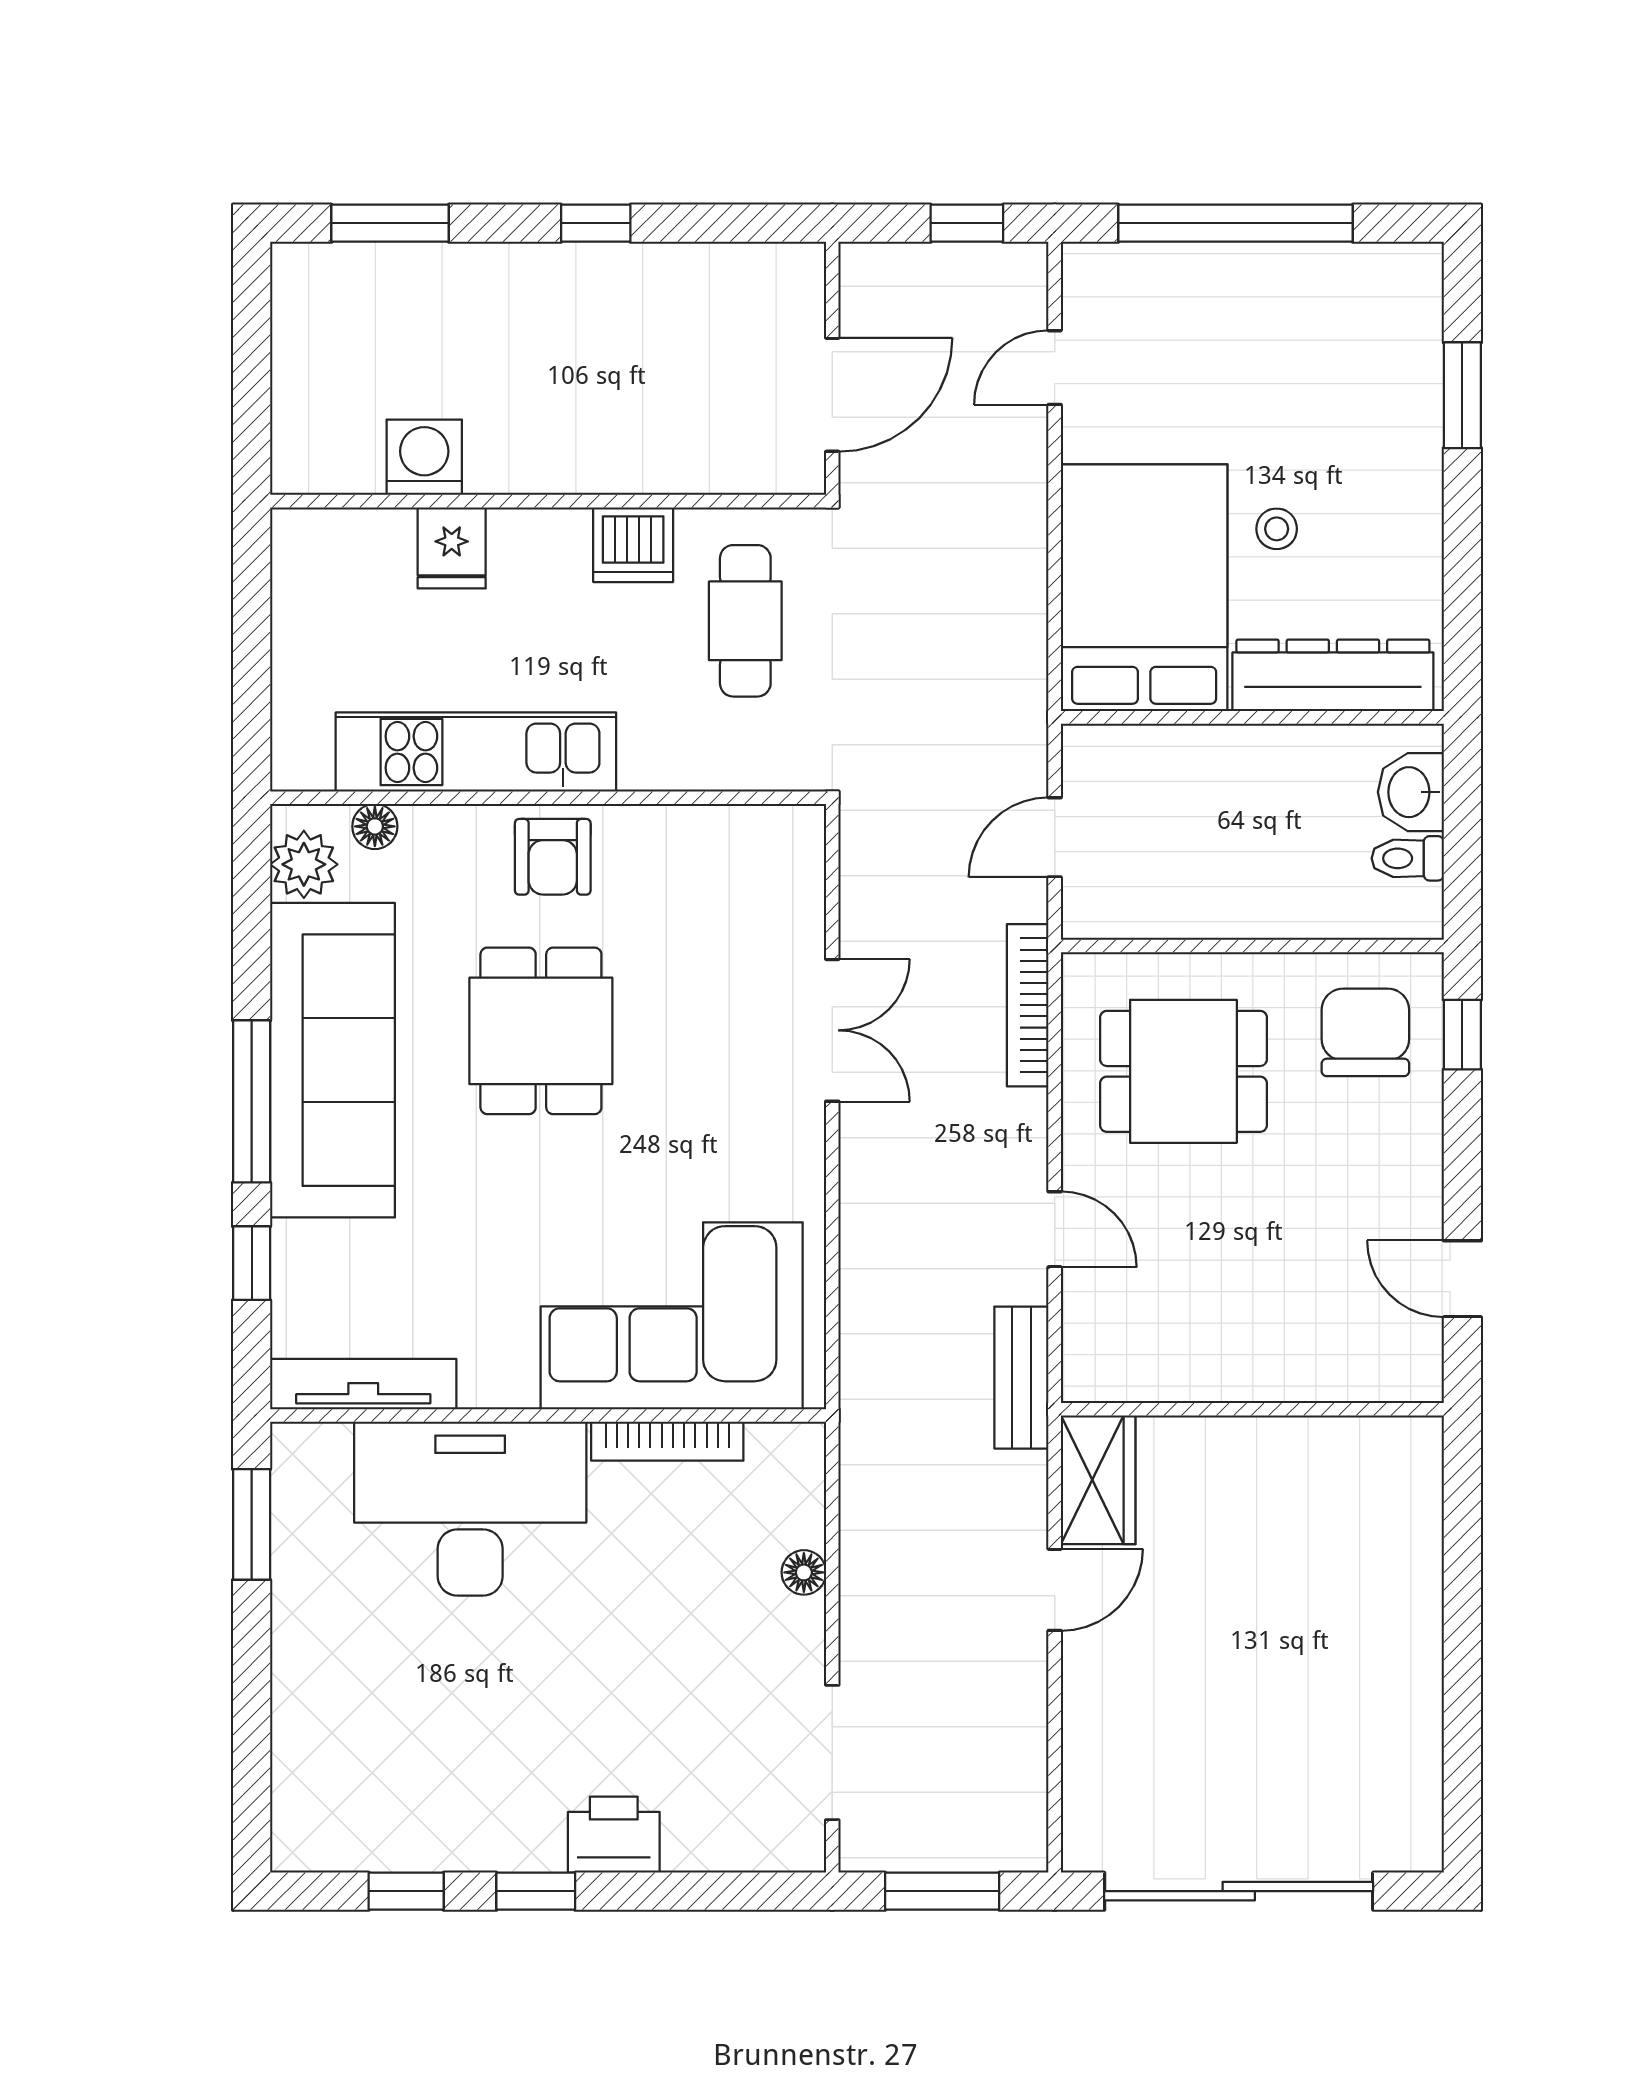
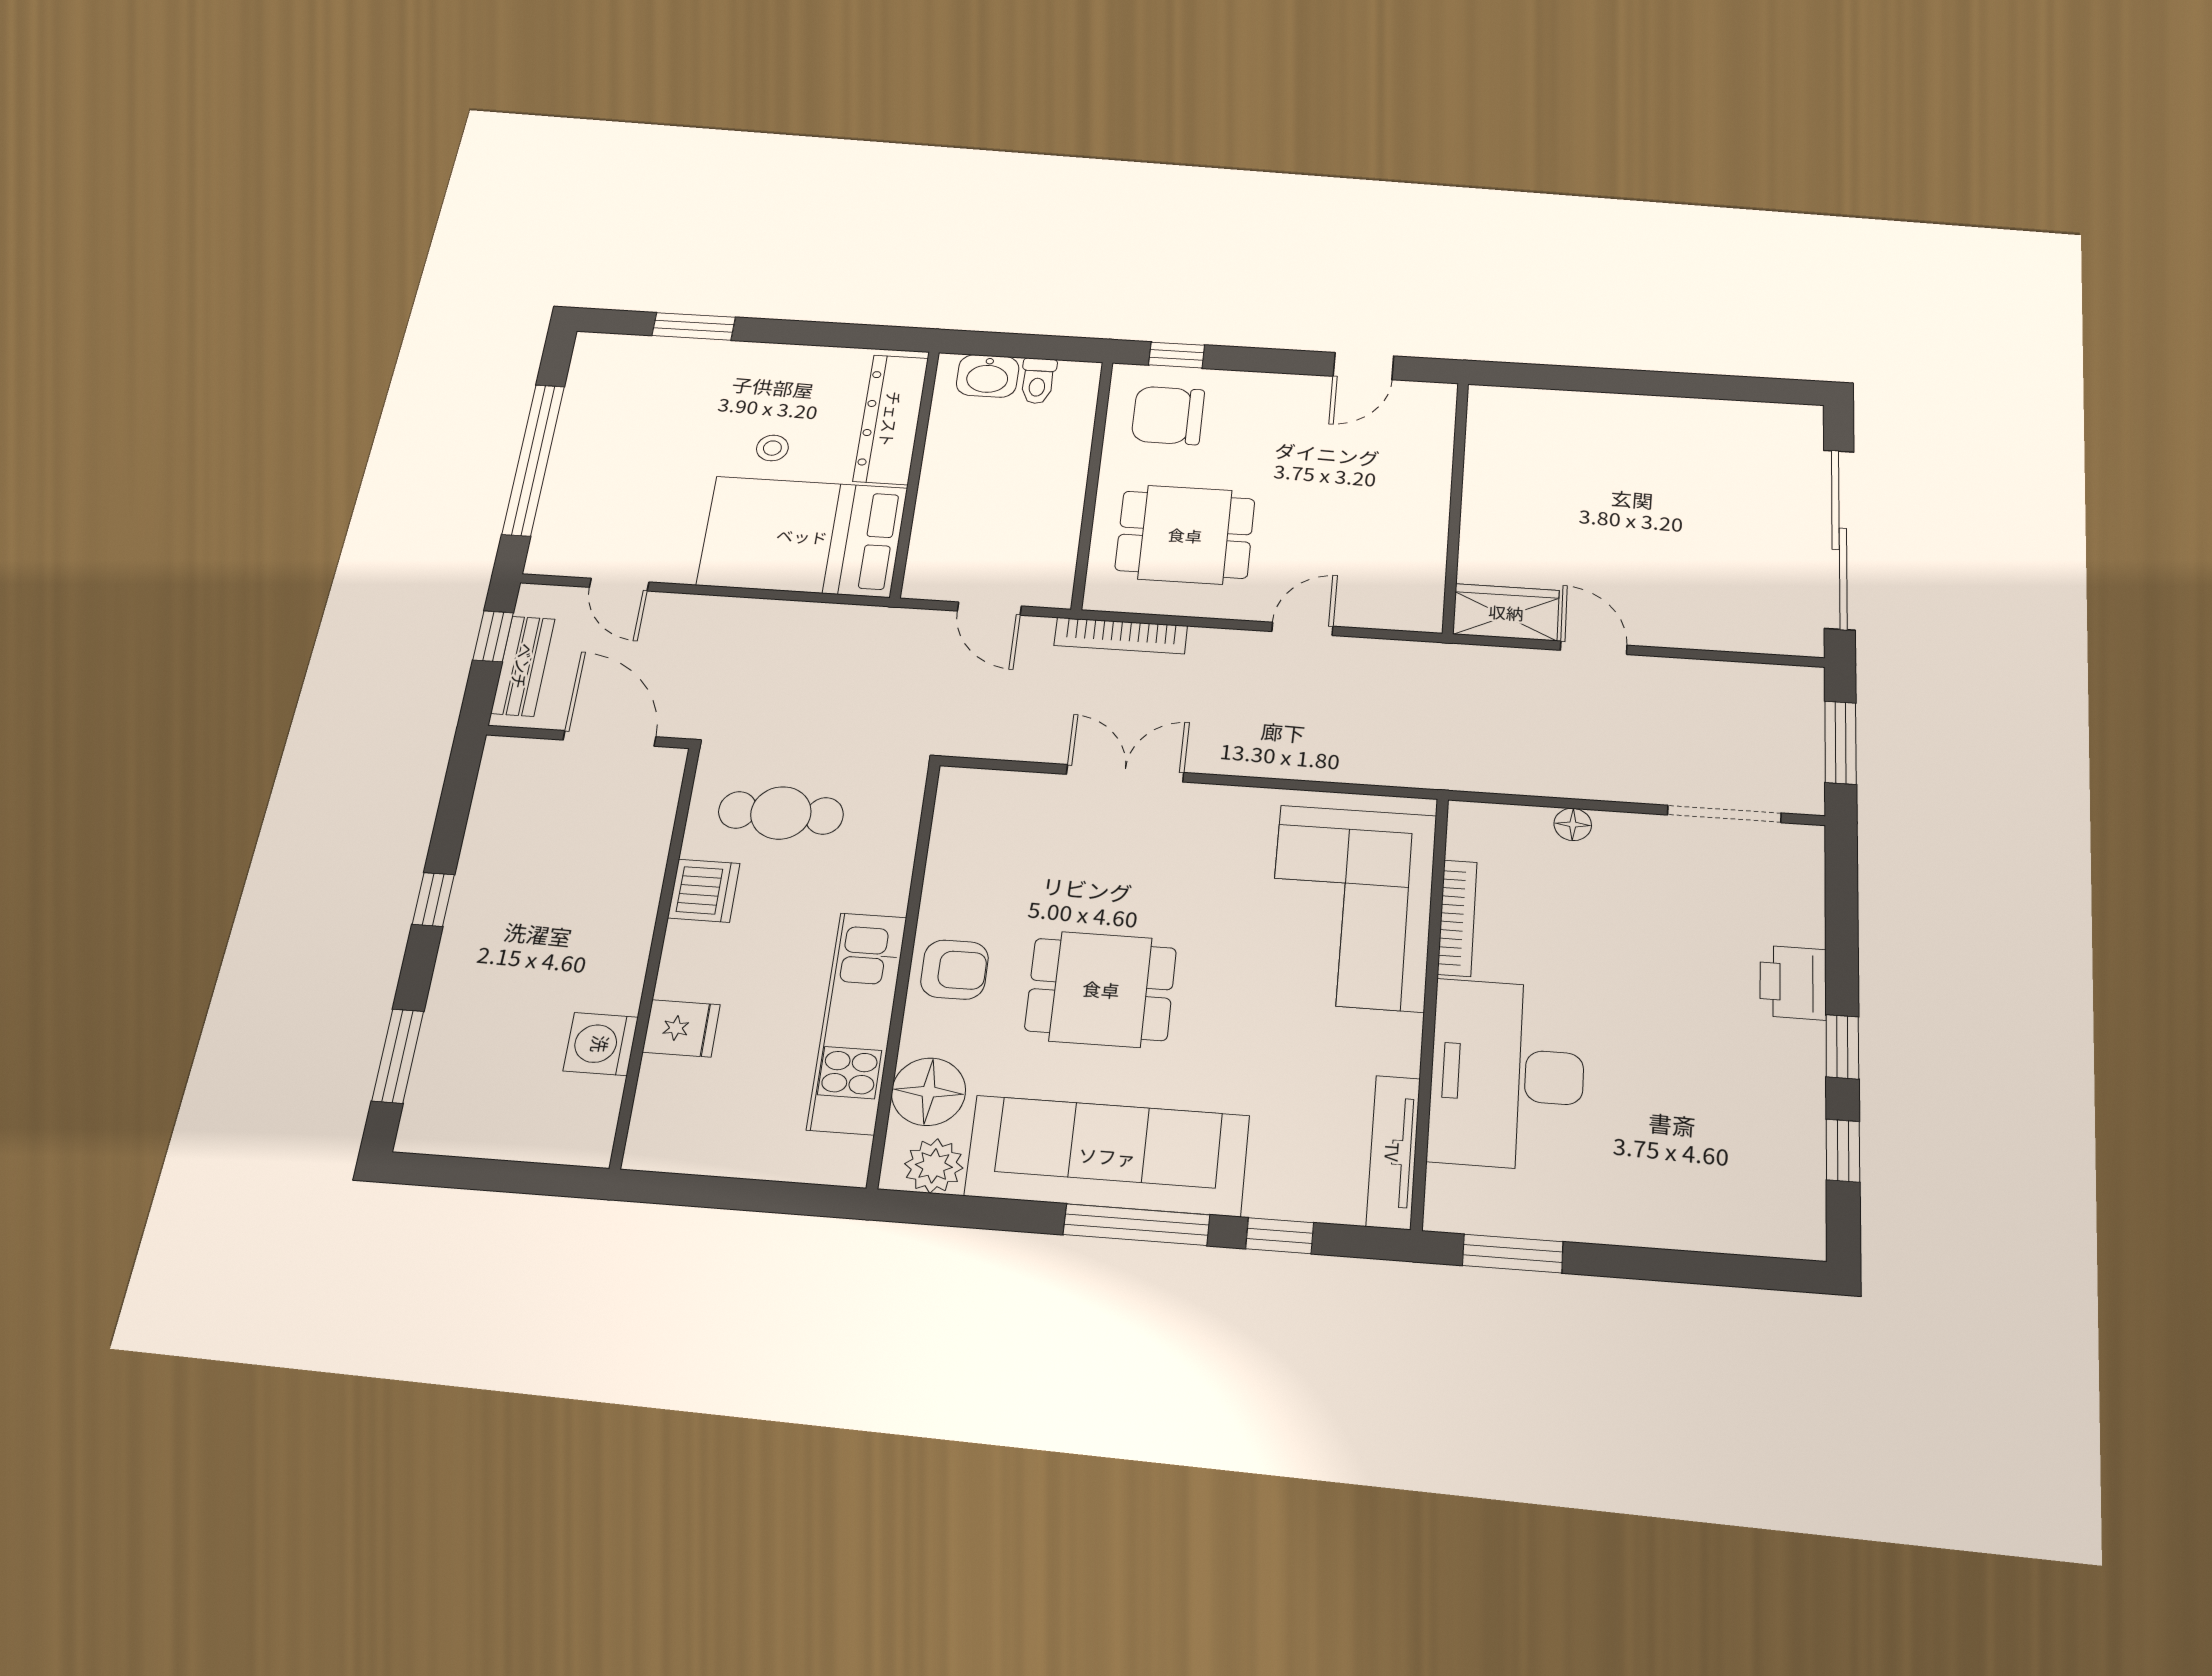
floor lamp: (375, 826) -> (929, 1092), width x1.89, depth x1.89
dining table: (1183, 1071) -> (1185, 535), turned 90
bench: (1021, 1378) -> (523, 666), moved, turned 90

